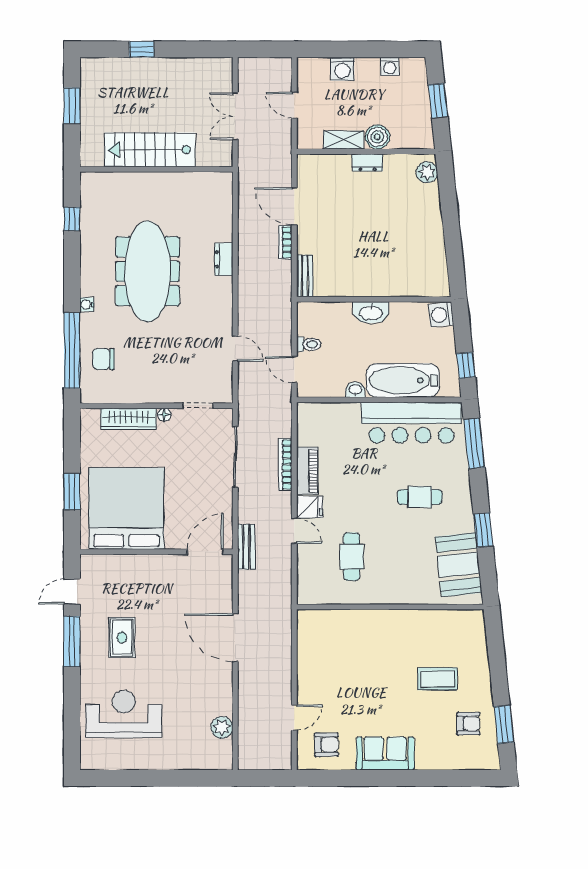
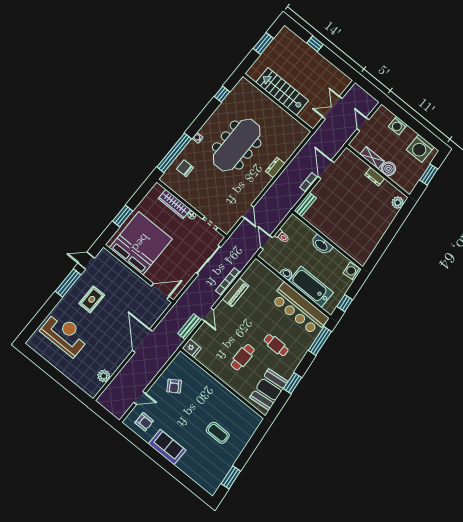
washing machine: (390, 66) -> (420, 148), width x1.89, depth x1.89
fridge: (310, 507) -> (192, 348), moved
bench: (246, 547) -> (190, 327), moved
cafe table: (352, 557) -> (243, 357), moved
armchair: (468, 724) -> (174, 386), moved, turned 57

